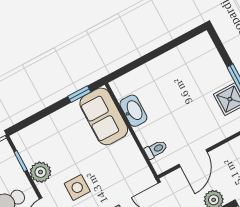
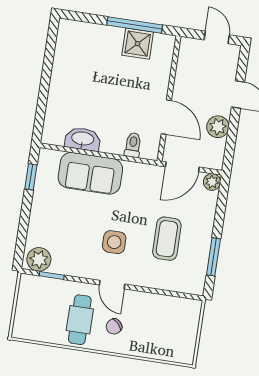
sofa: (104, 116) -> (90, 173), moved
plant: (41, 172) -> (39, 259), moved

